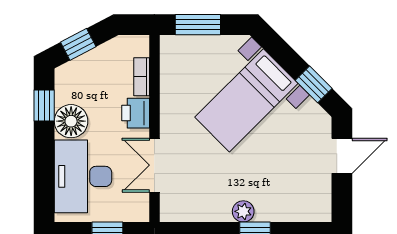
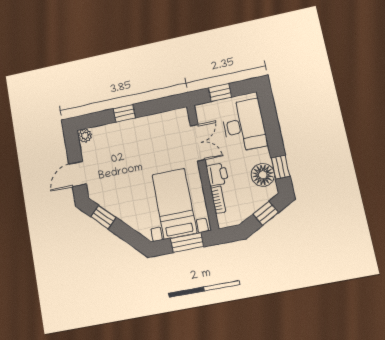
bed with nightstands: (246, 100) -> (174, 204), moved, turned -45
floor lamp: (71, 121) -> (263, 175), moved
plant: (243, 211) -> (85, 136), moved

